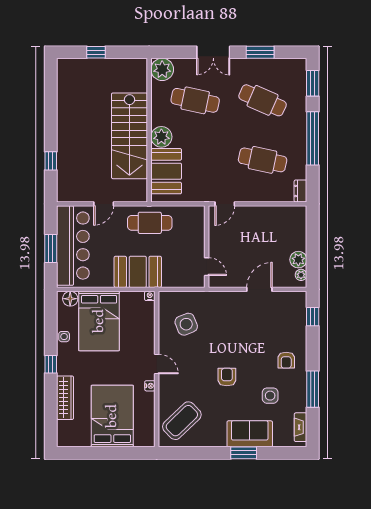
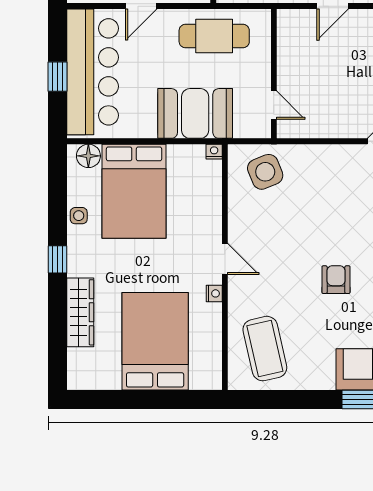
wall: (207, 247) -> (274, 74), moved
window: (51, 249) -> (58, 77), width x0.67
door: (207, 267) -> (274, 105), moved
side table: (186, 324) -> (265, 172), moved
coffee table: (182, 421) -> (265, 349), turned -59

